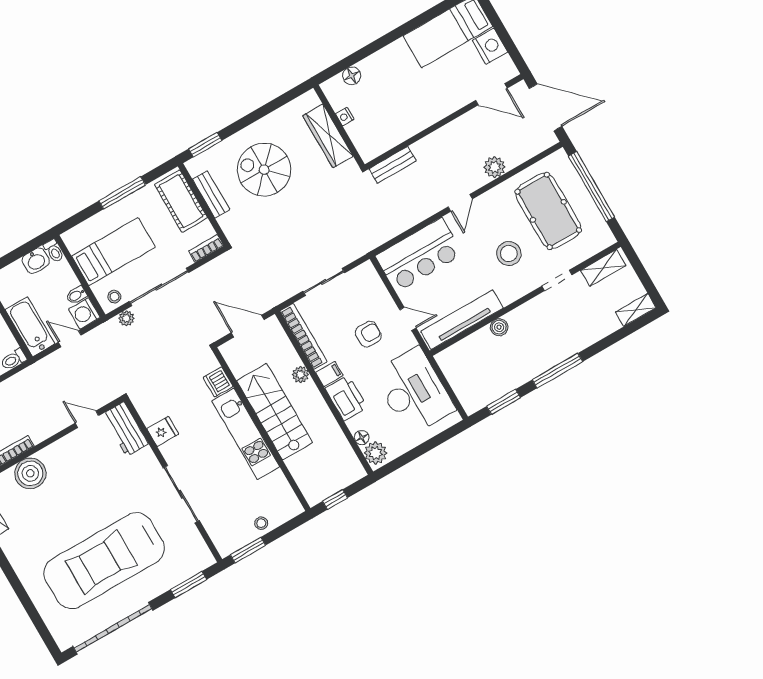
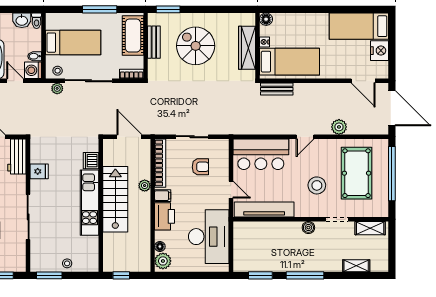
floor lamp: (352, 76) -> (266, 19), moved
bed: (389, 123) -> (290, 62), added
shelving: (636, 310) -> (356, 266), moved
boiler: (499, 327) -> (308, 228), moved
armchair: (368, 334) -> (200, 167), moved

